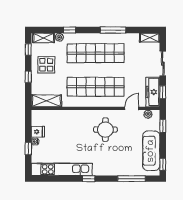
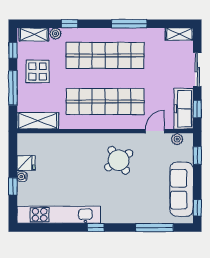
window: (28, 77) -> (13, 88), width x2.17
round table: (105, 130) -> (119, 160), turned -34

